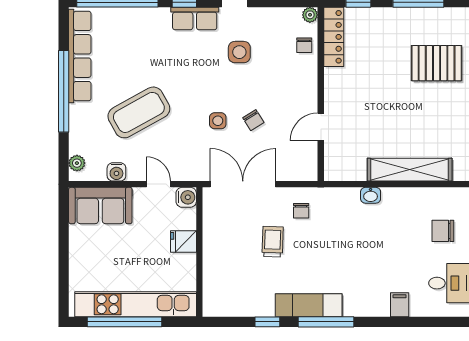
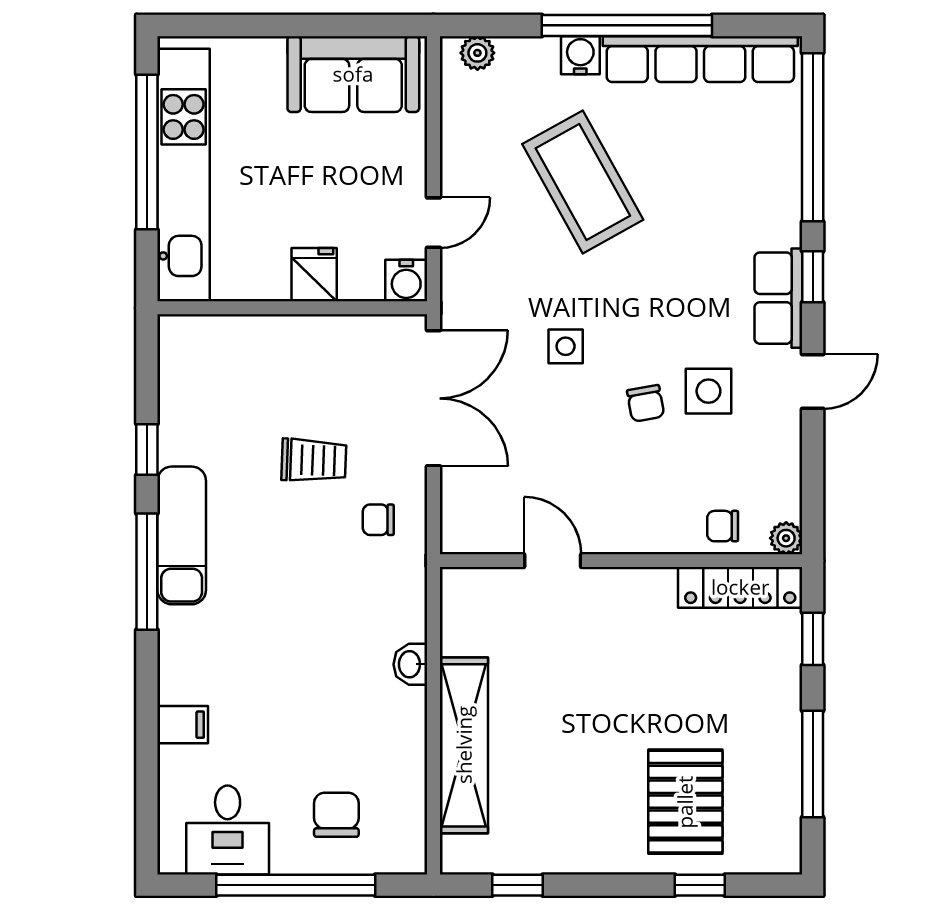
chair: (253, 120) -> (646, 403), moved, turned -68
water cooler: (116, 172) -> (580, 55), moved, turned 90
sofa: (100, 206) -> (353, 74), moved, turned -90

